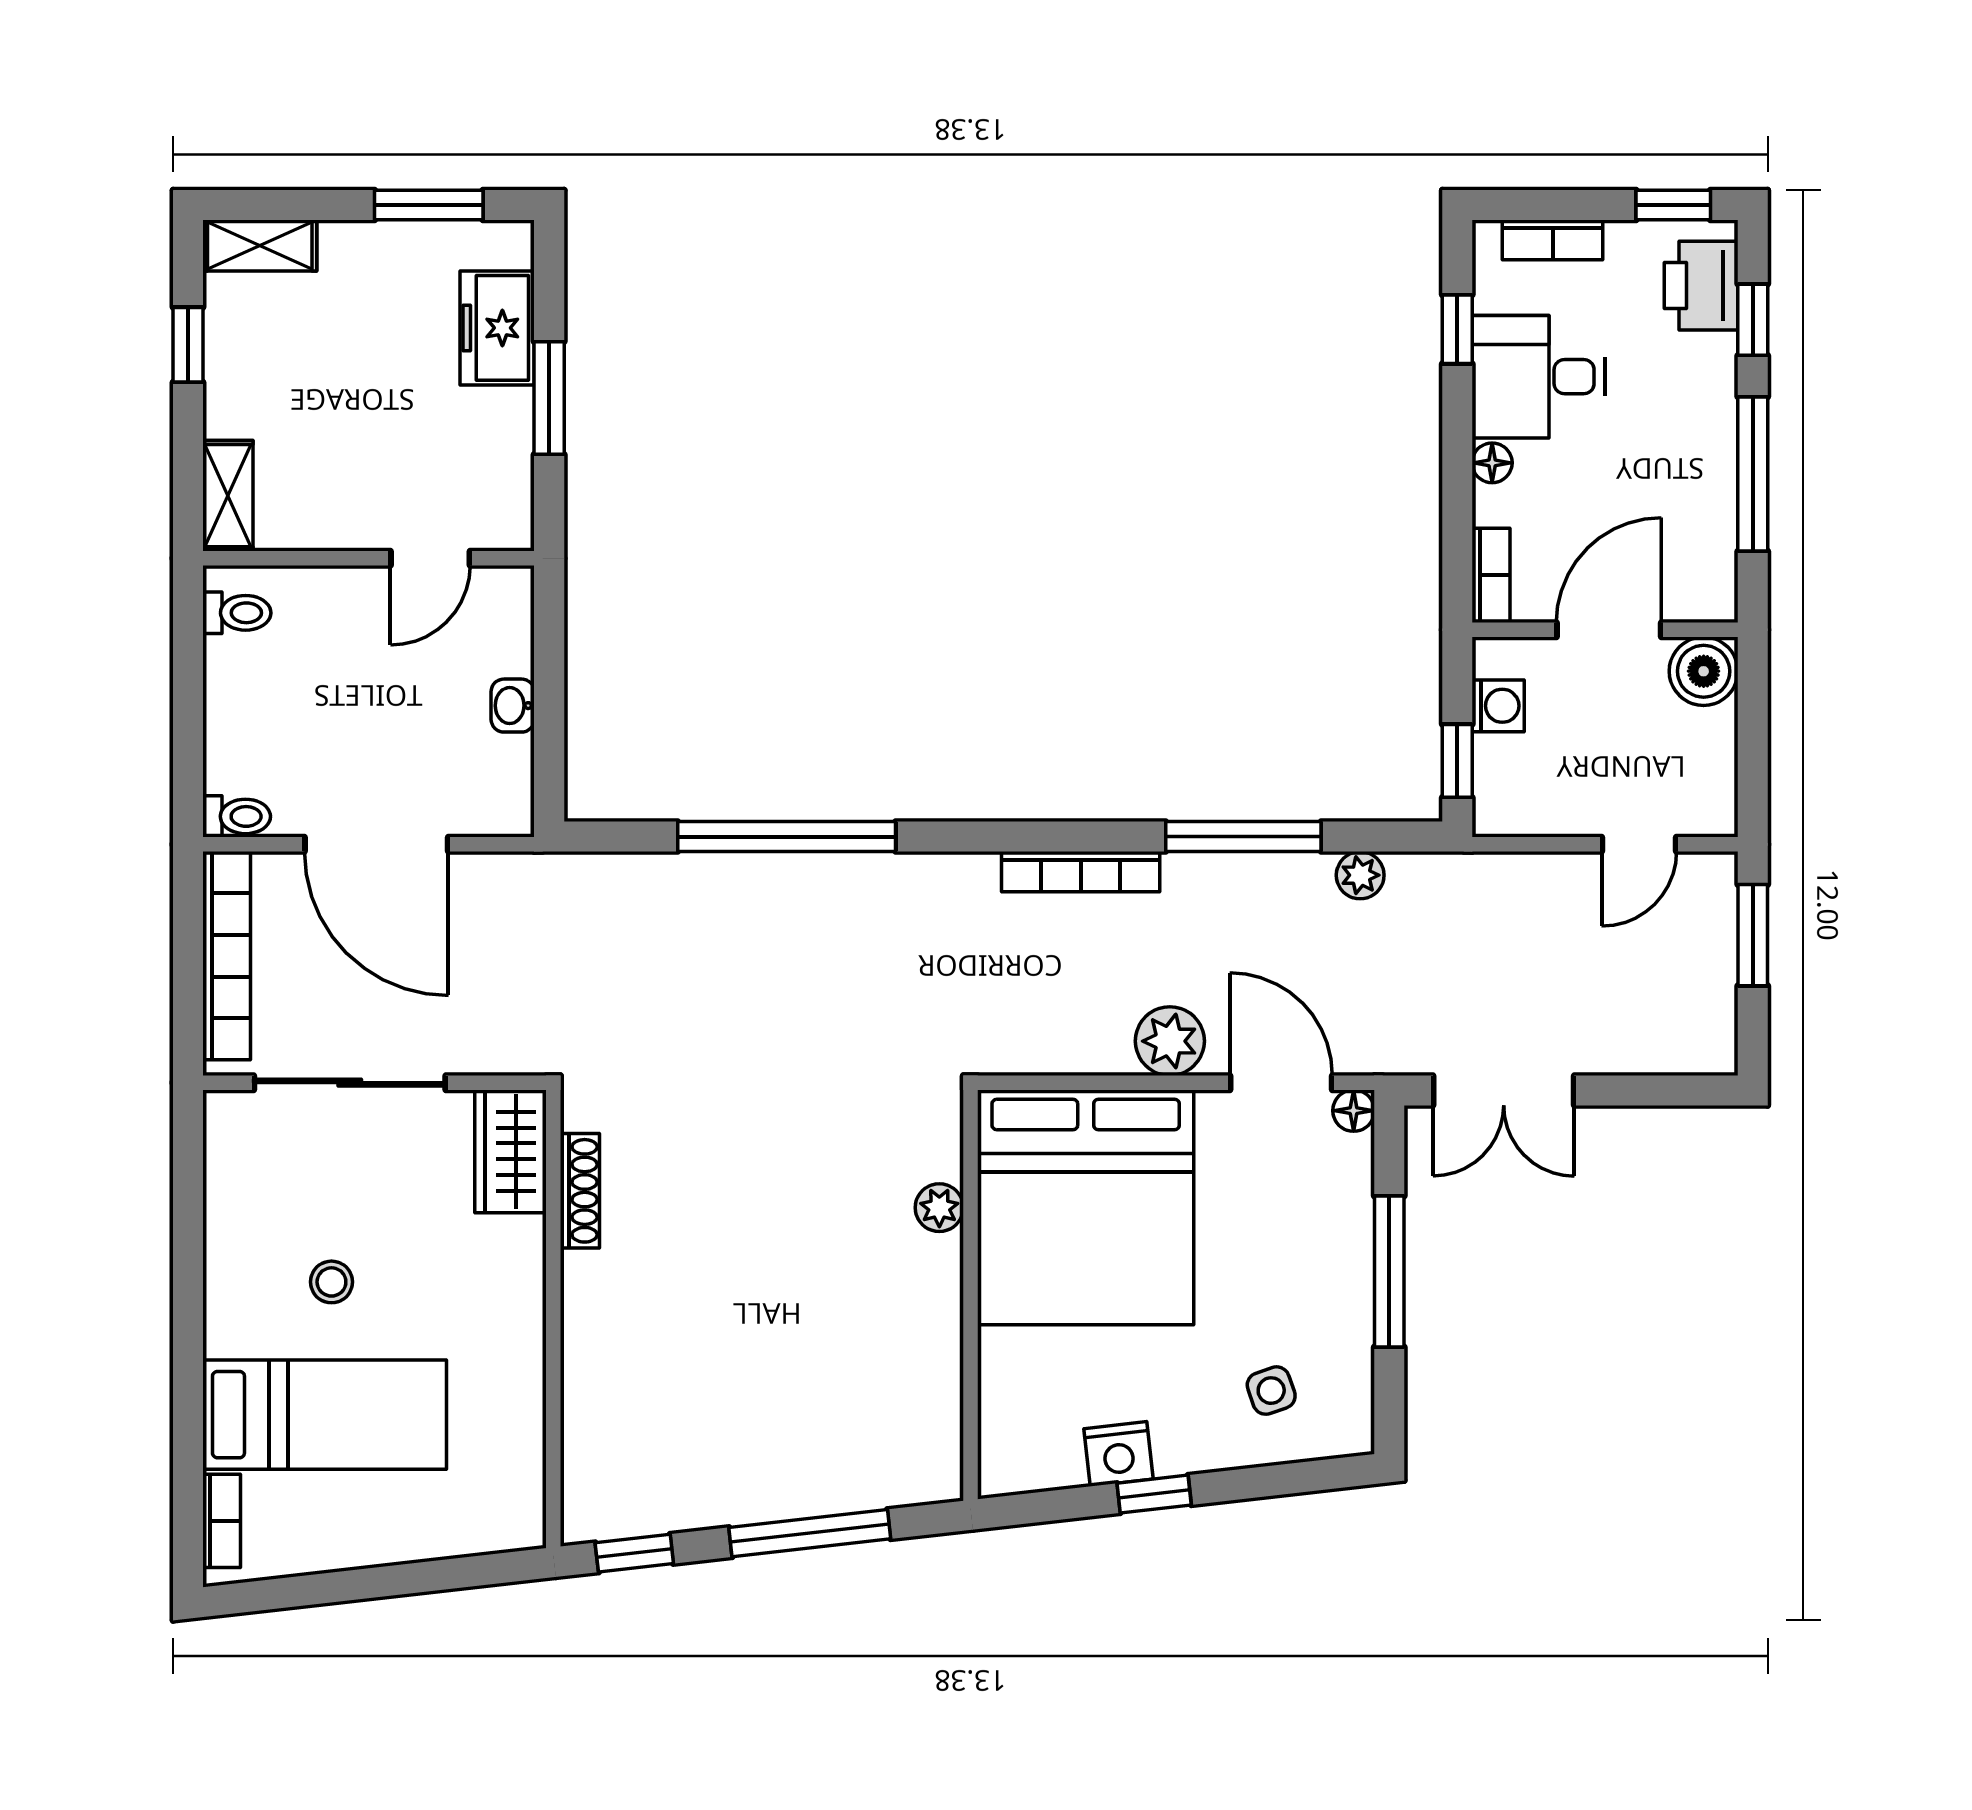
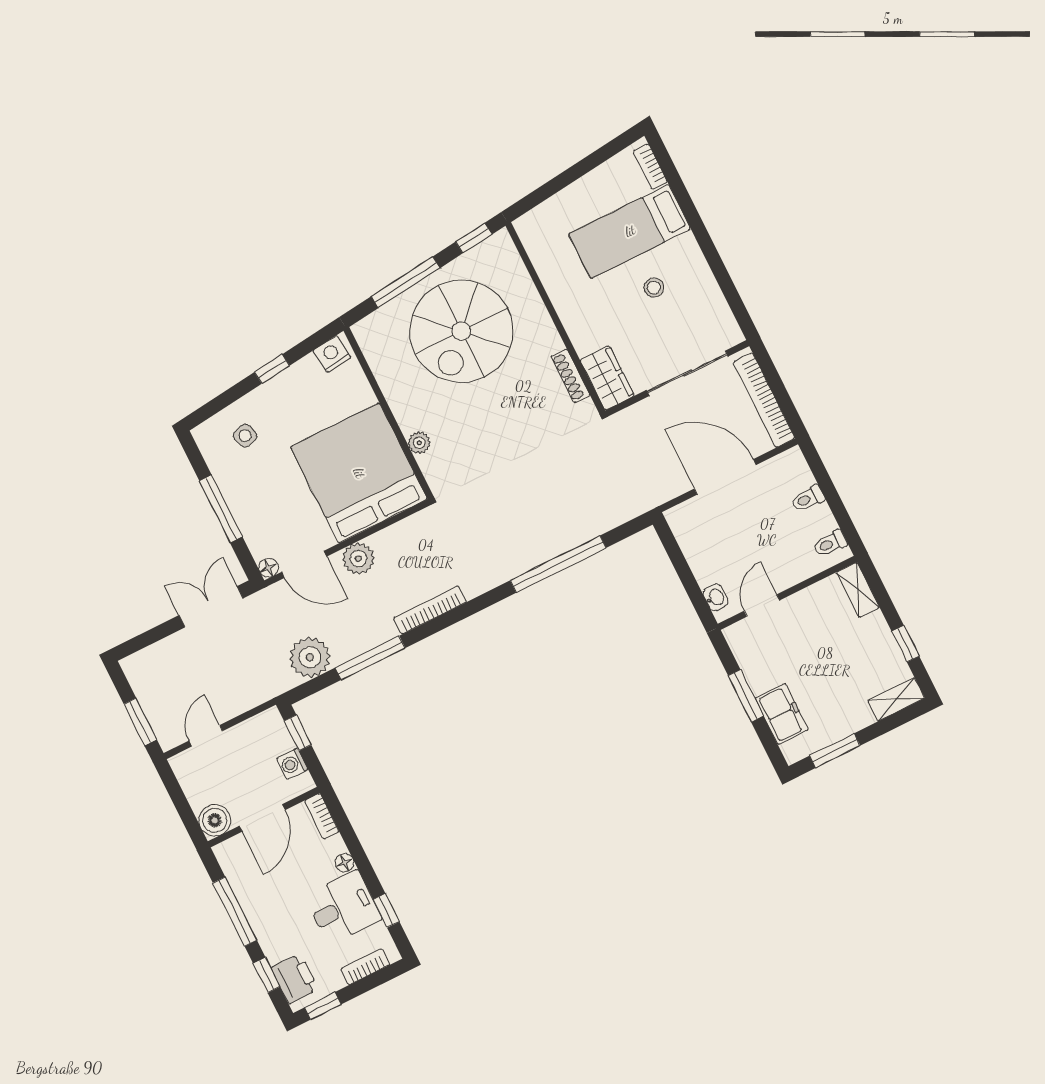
washbasin: (513, 706) -> (715, 597), moved
toilet: (237, 816) -> (808, 499), moved
plant: (1360, 875) -> (310, 657), width x1.88, depth x1.88
spiral stairs: (749, 1384) -> (461, 331), added
nightstand: (1118, 1454) -> (332, 354), moved

